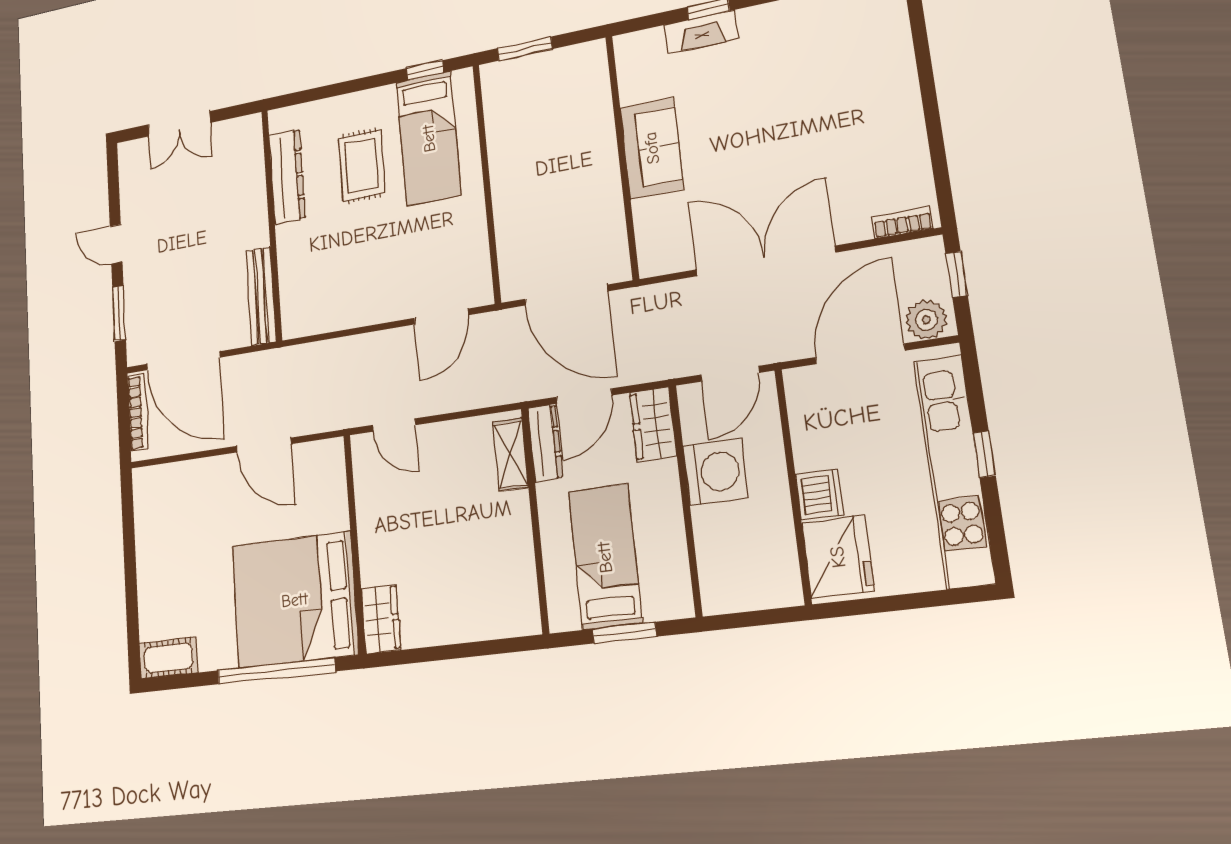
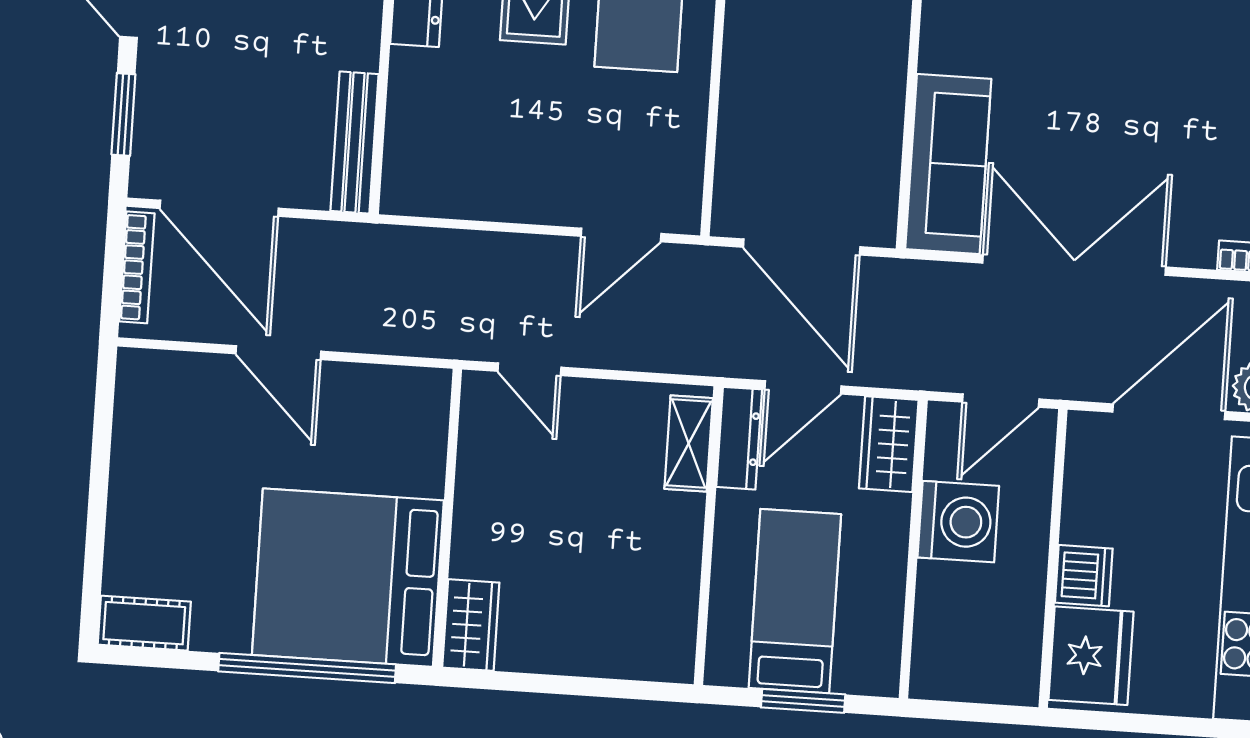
sofa: (652, 148) -> (948, 164), moved, width x1.36
door: (264, 445) -> (278, 353), moved

